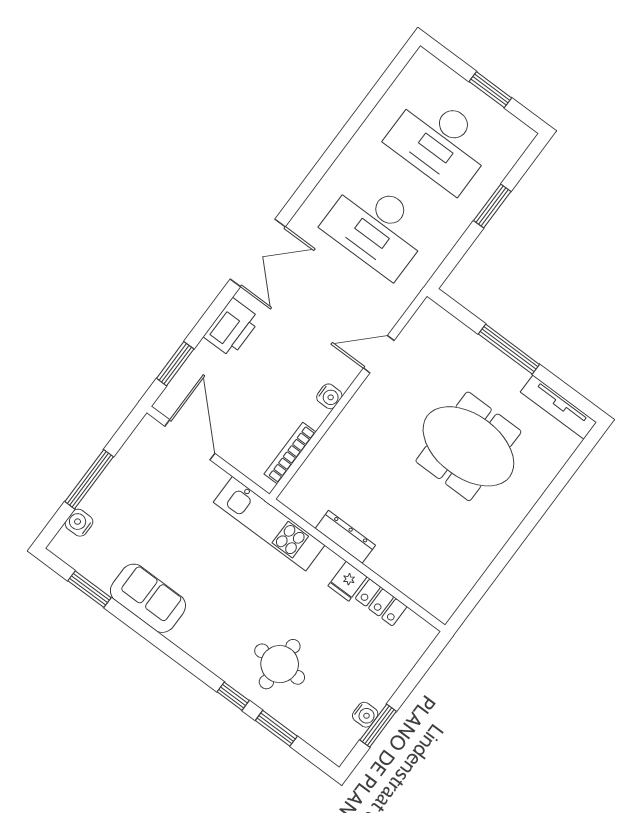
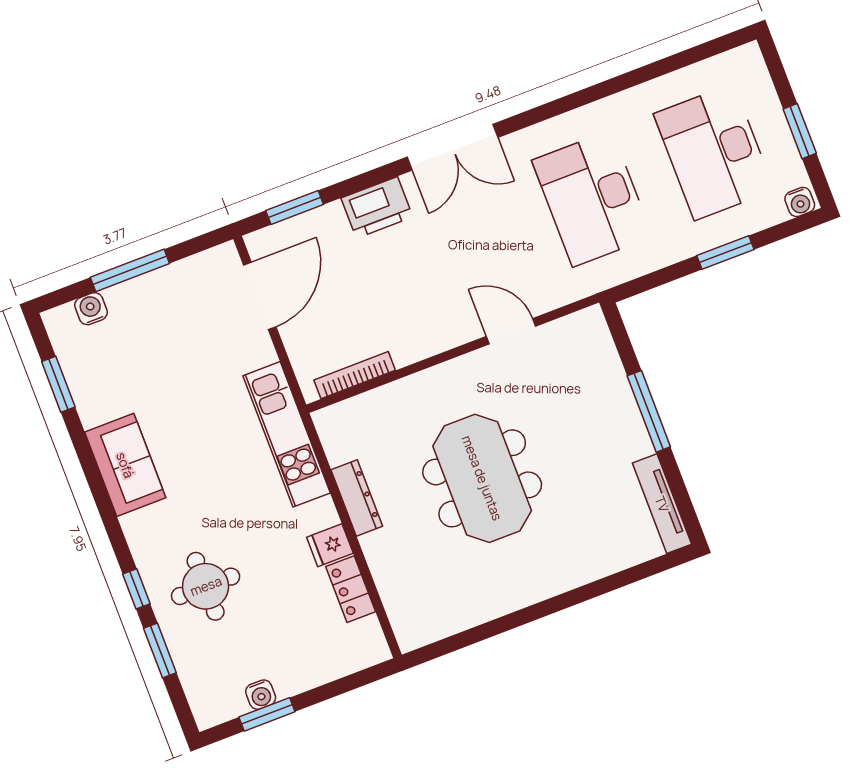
water cooler: (329, 396) -> (800, 202), moved
meeting table: (468, 446) -> (482, 478), moved
sofa: (148, 598) -> (125, 465), moved

